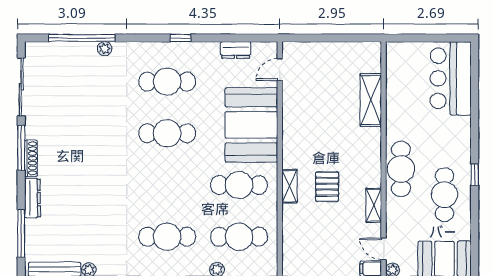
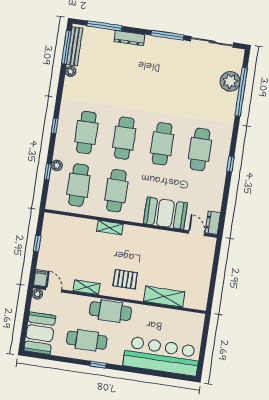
plant: (105, 49) -> (230, 81), moved, width x1.88, depth x1.88
dresser: (236, 50) -> (213, 223), moved
bar counter: (451, 78) -> (161, 356), width x1.36
booth: (251, 125) -> (165, 213), width x0.73, depth x0.70
shoe rack: (31, 158) -> (159, 41), removed
cafe table: (167, 185) -> (124, 138), added
pallet: (327, 187) -> (125, 279), moved
door: (384, 249) -> (54, 290), hinge flipped

